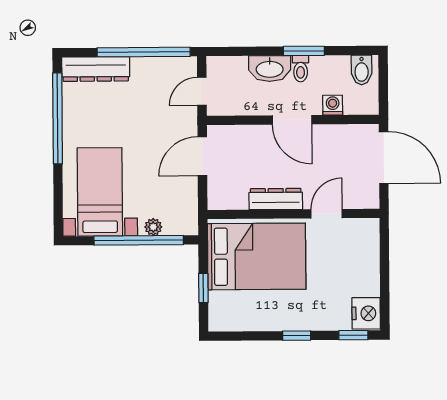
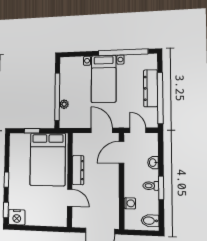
dresser: (96, 69) -> (151, 88), moved
washbasin: (270, 69) -> (153, 163), width x0.52, depth x0.69
door: (292, 120) -> (121, 152), moved
bed with nightstands: (100, 192) -> (104, 79), moved, turned 90

